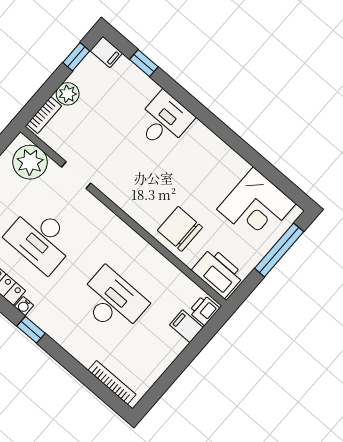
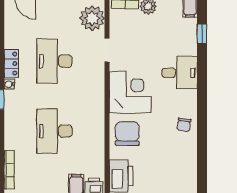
chair: (221, 163) -> (184, 125), added
corner desk: (256, 206) -> (130, 92), moved, turned 180
desk: (112, 301) -> (54, 131), turned 180

